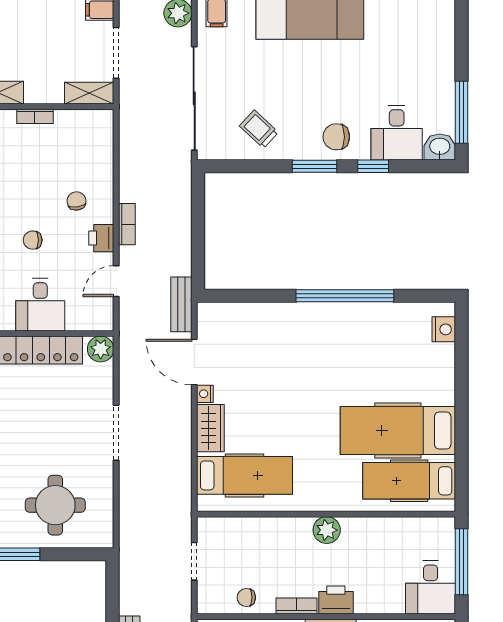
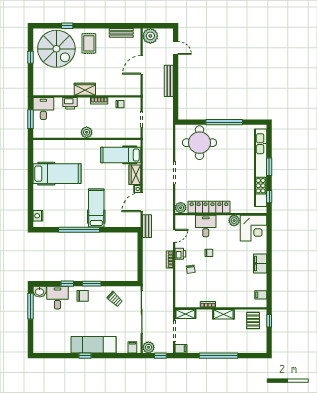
door: (194, 362) -> (142, 202), swing flipped
hospital bed: (409, 481) -> (96, 208), moved, turned -90
round table: (55, 505) -> (199, 143), width x1.36, depth x1.36
window: (461, 562) -> (31, 119), width x0.69
printer: (336, 600) -> (70, 103), moved

